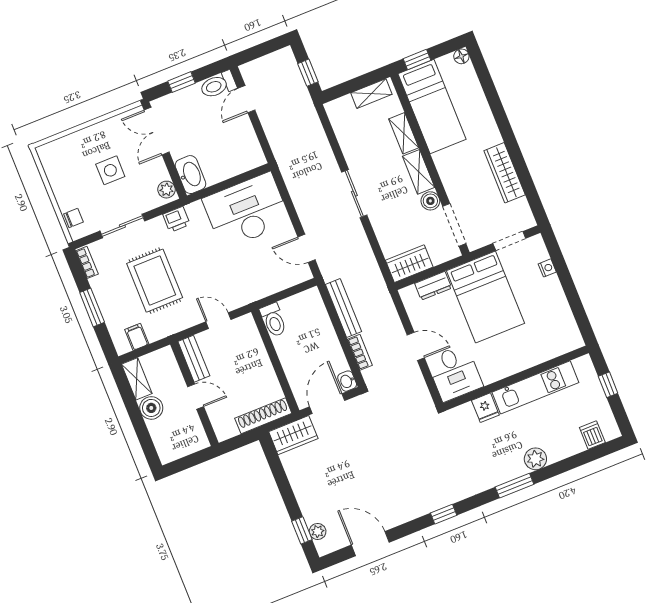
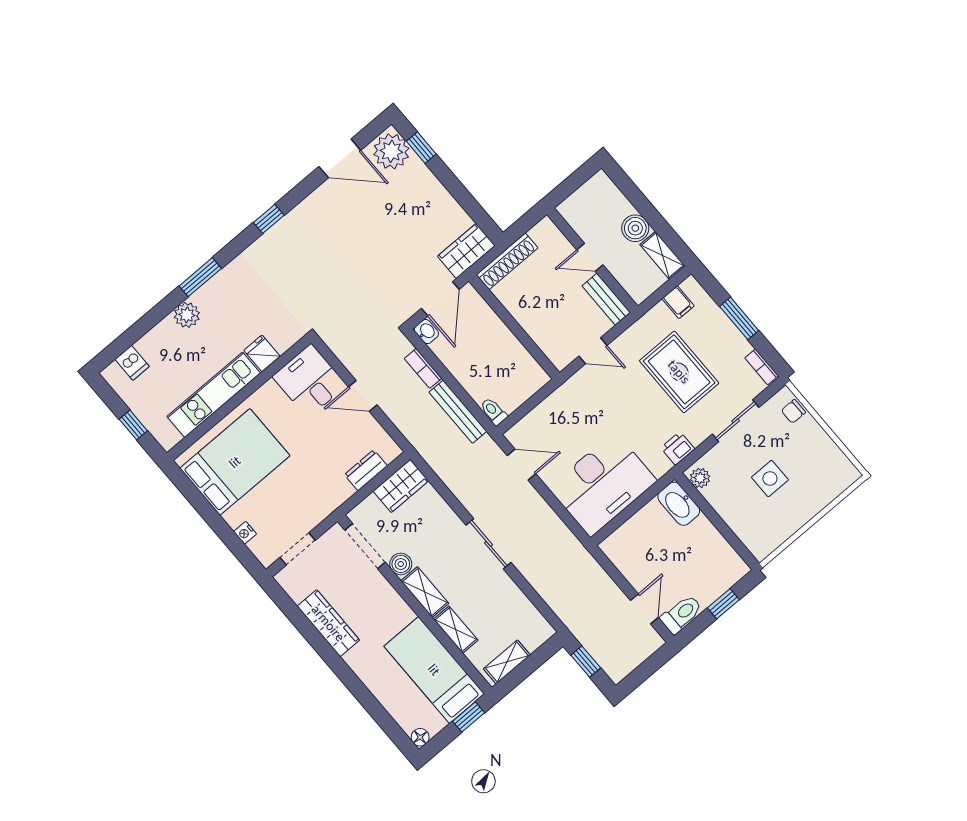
double door: (157, 131) -> (733, 540), removed
bed: (486, 297) -> (235, 462), moved, turned 90
toilet: (273, 320) -> (493, 411), moved, width x0.73, depth x0.72
plant: (318, 531) -> (391, 151), width x1.88, depth x1.88

